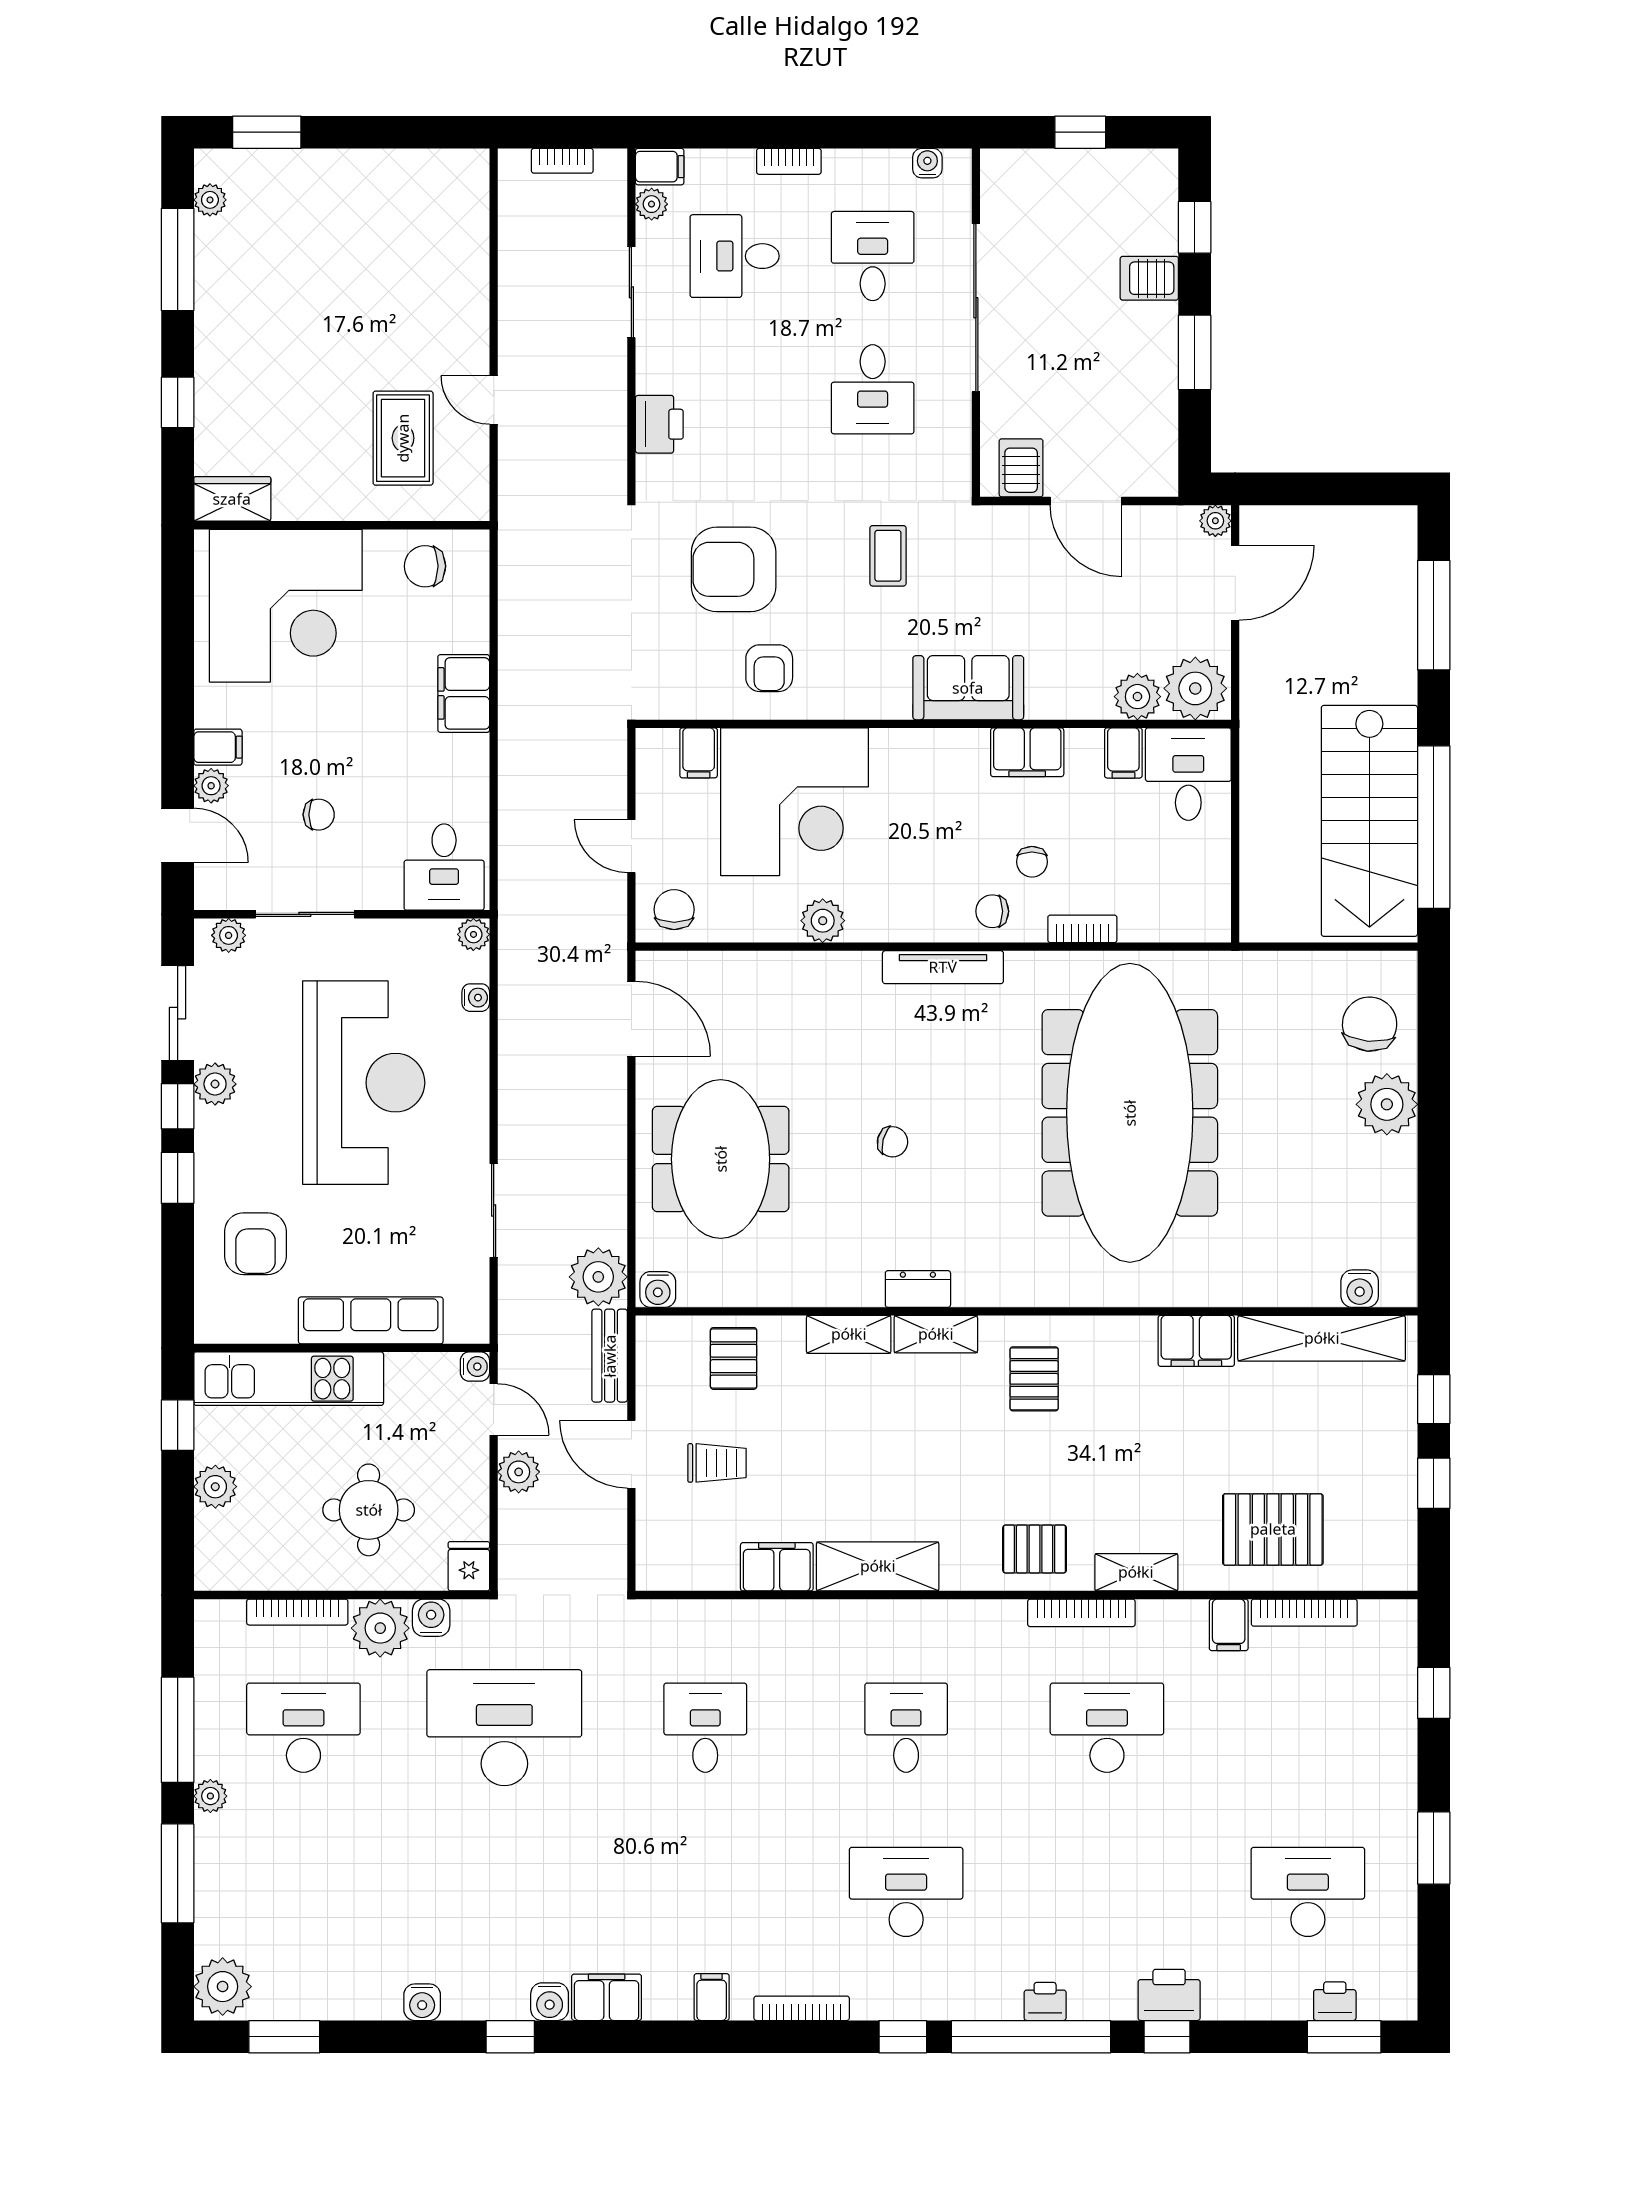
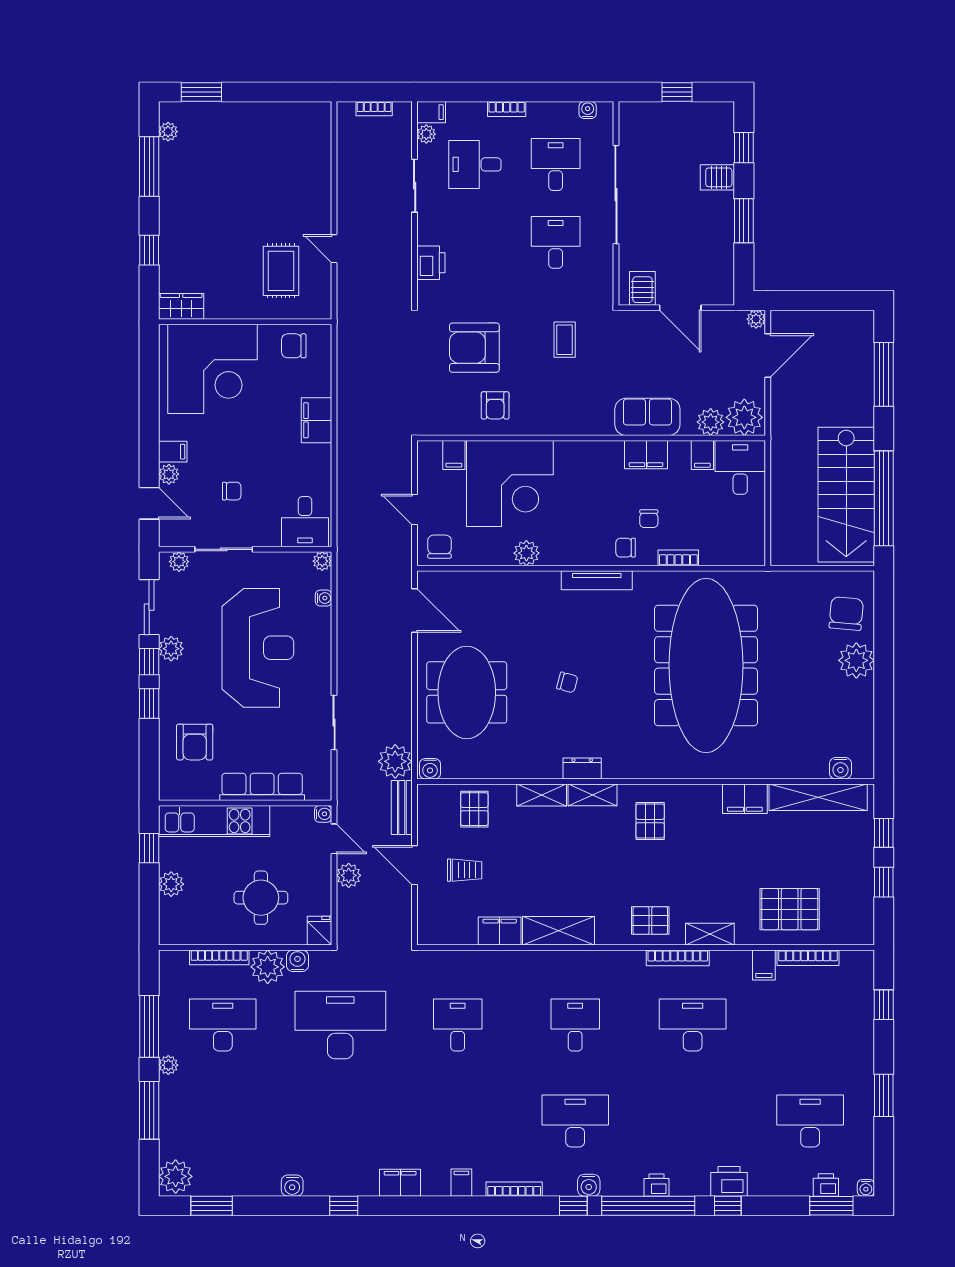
desk: (873, 389) -> (556, 242), turned 180
sofa: (968, 688) -> (647, 417), moved
water cooler: (550, 2002) -> (589, 1185), moved
water cooler: (1403, 2006) -> (866, 1188), added

